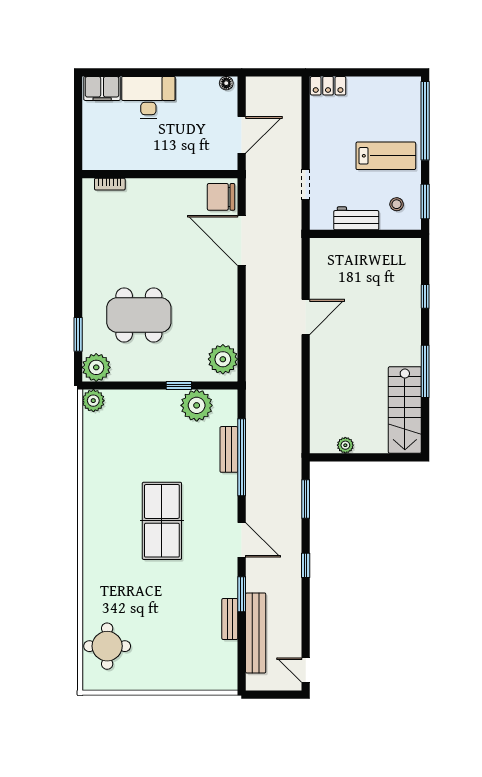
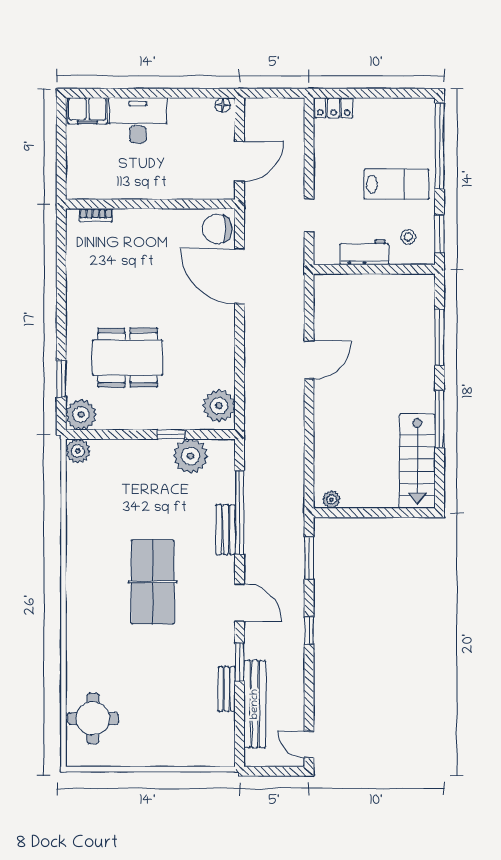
window: (425, 296) -> (439, 337), width x2.17
plant: (345, 445) -> (332, 499), moved
bench: (229, 449) -> (226, 530), moved

